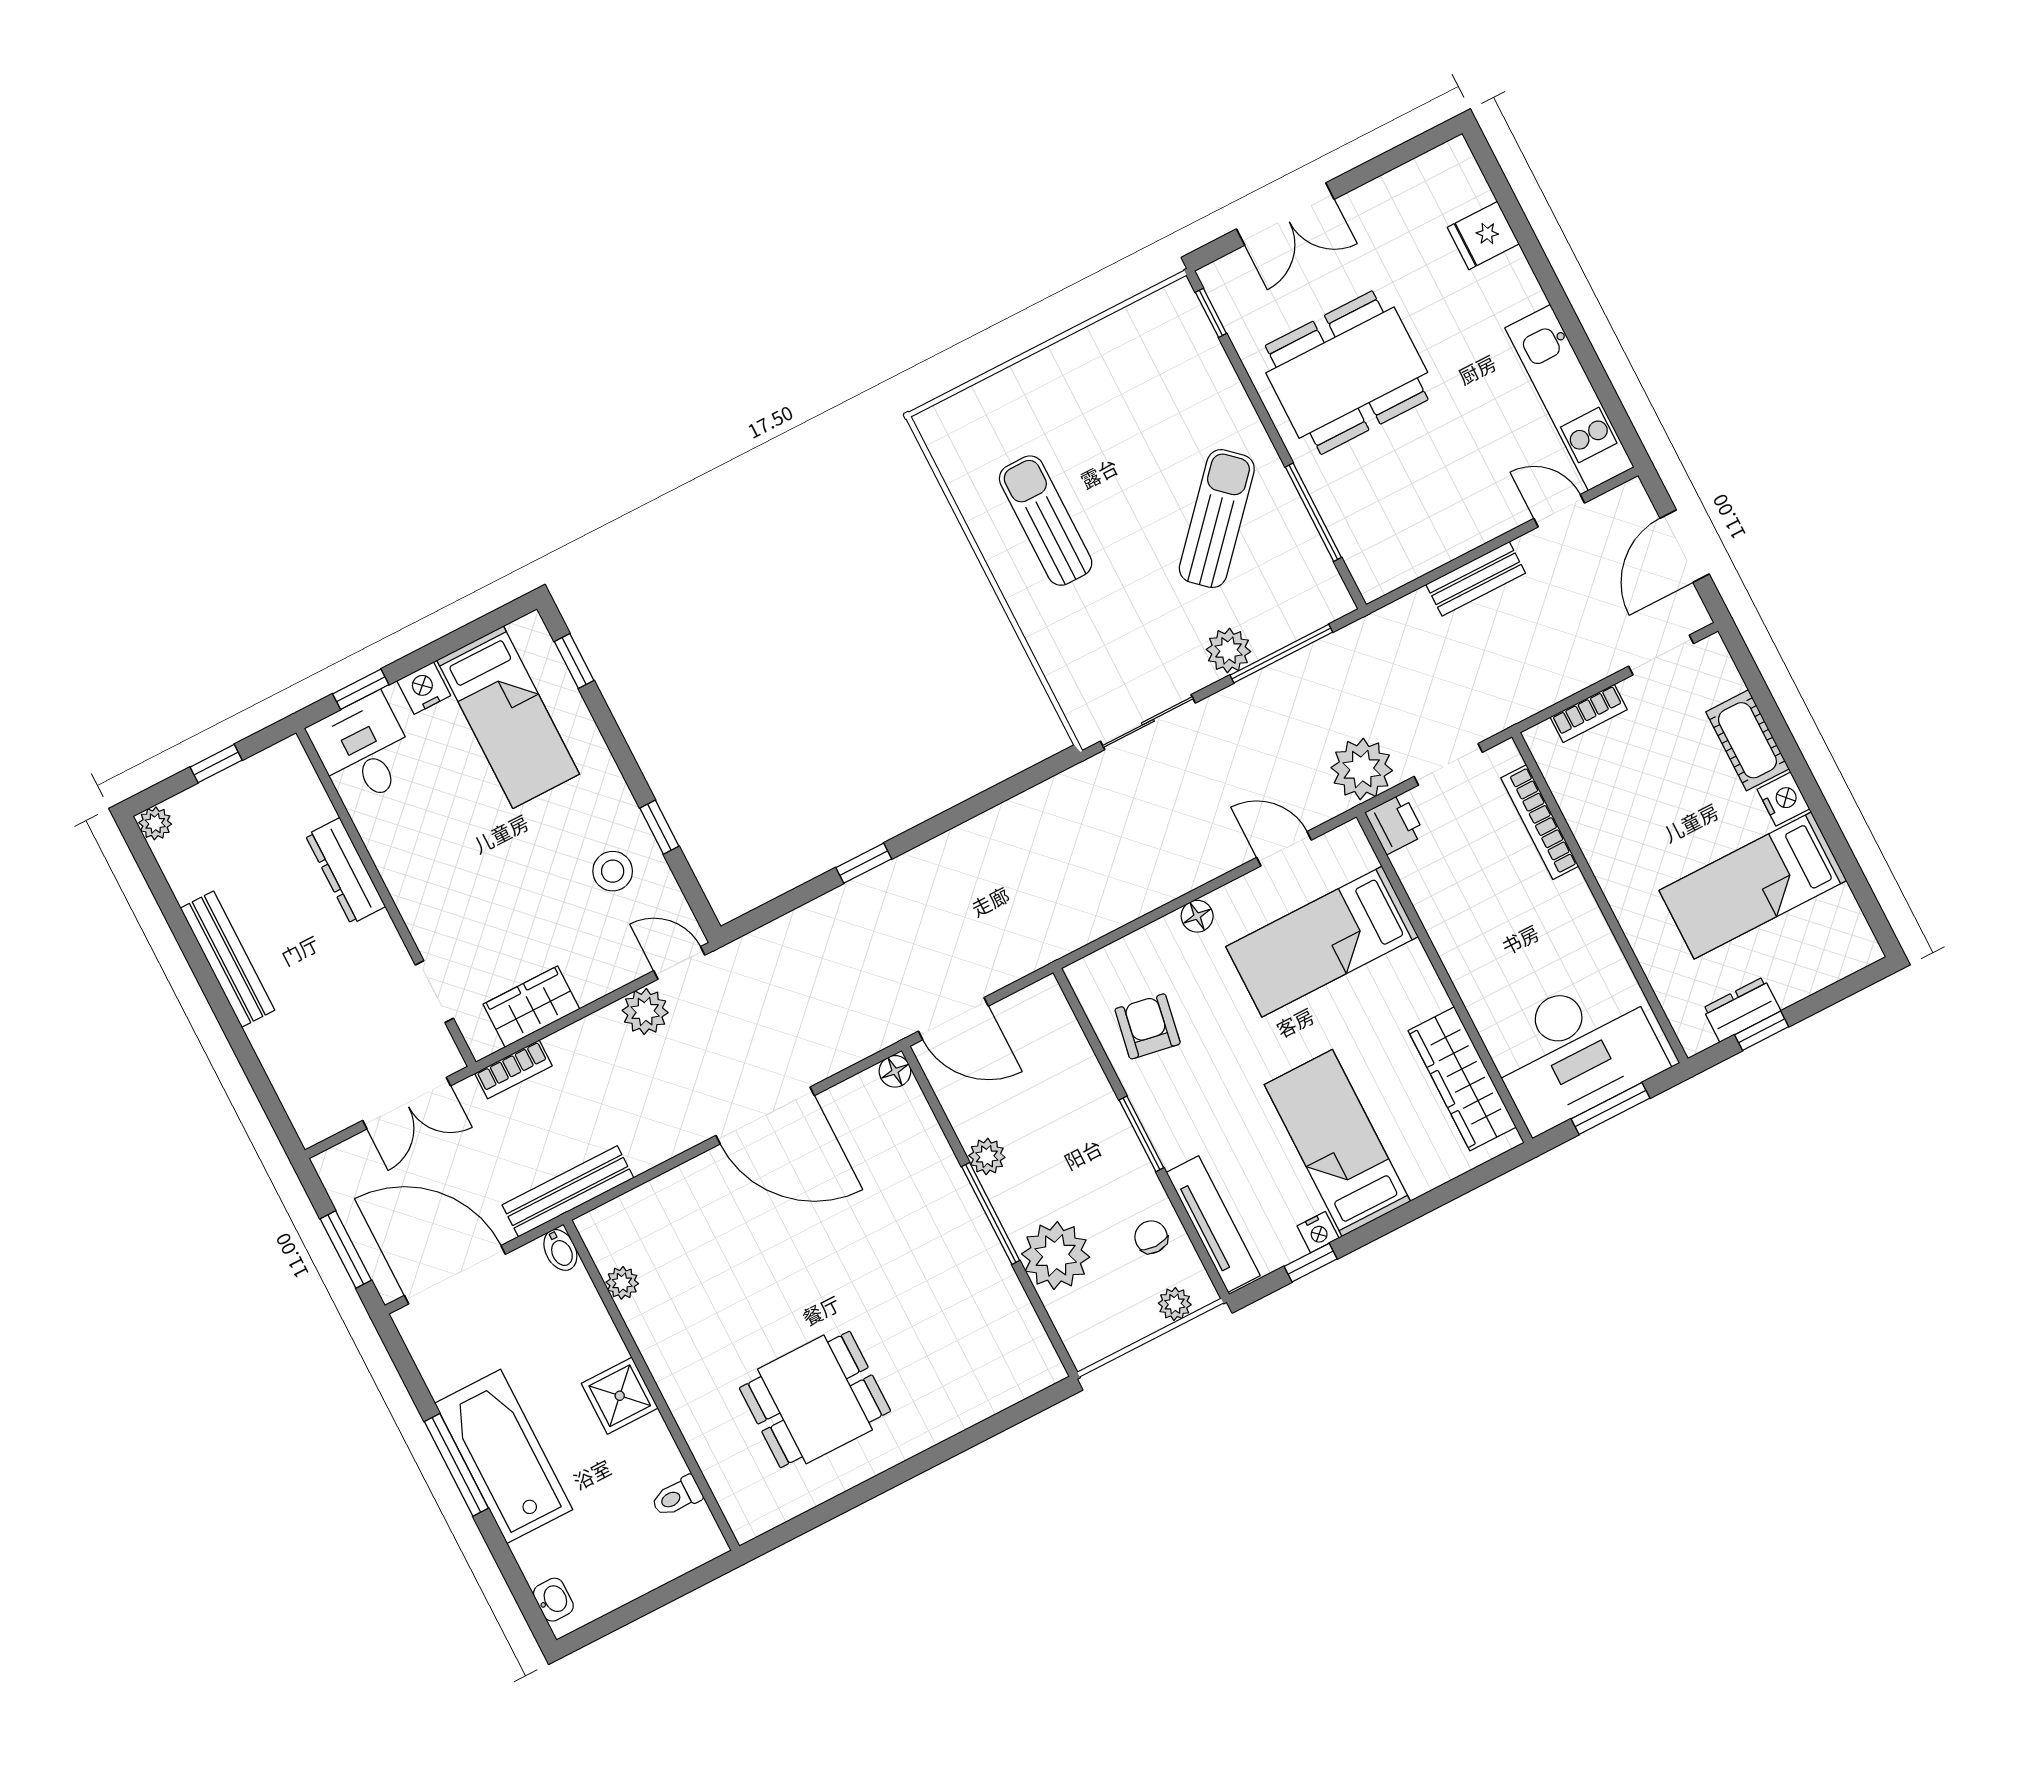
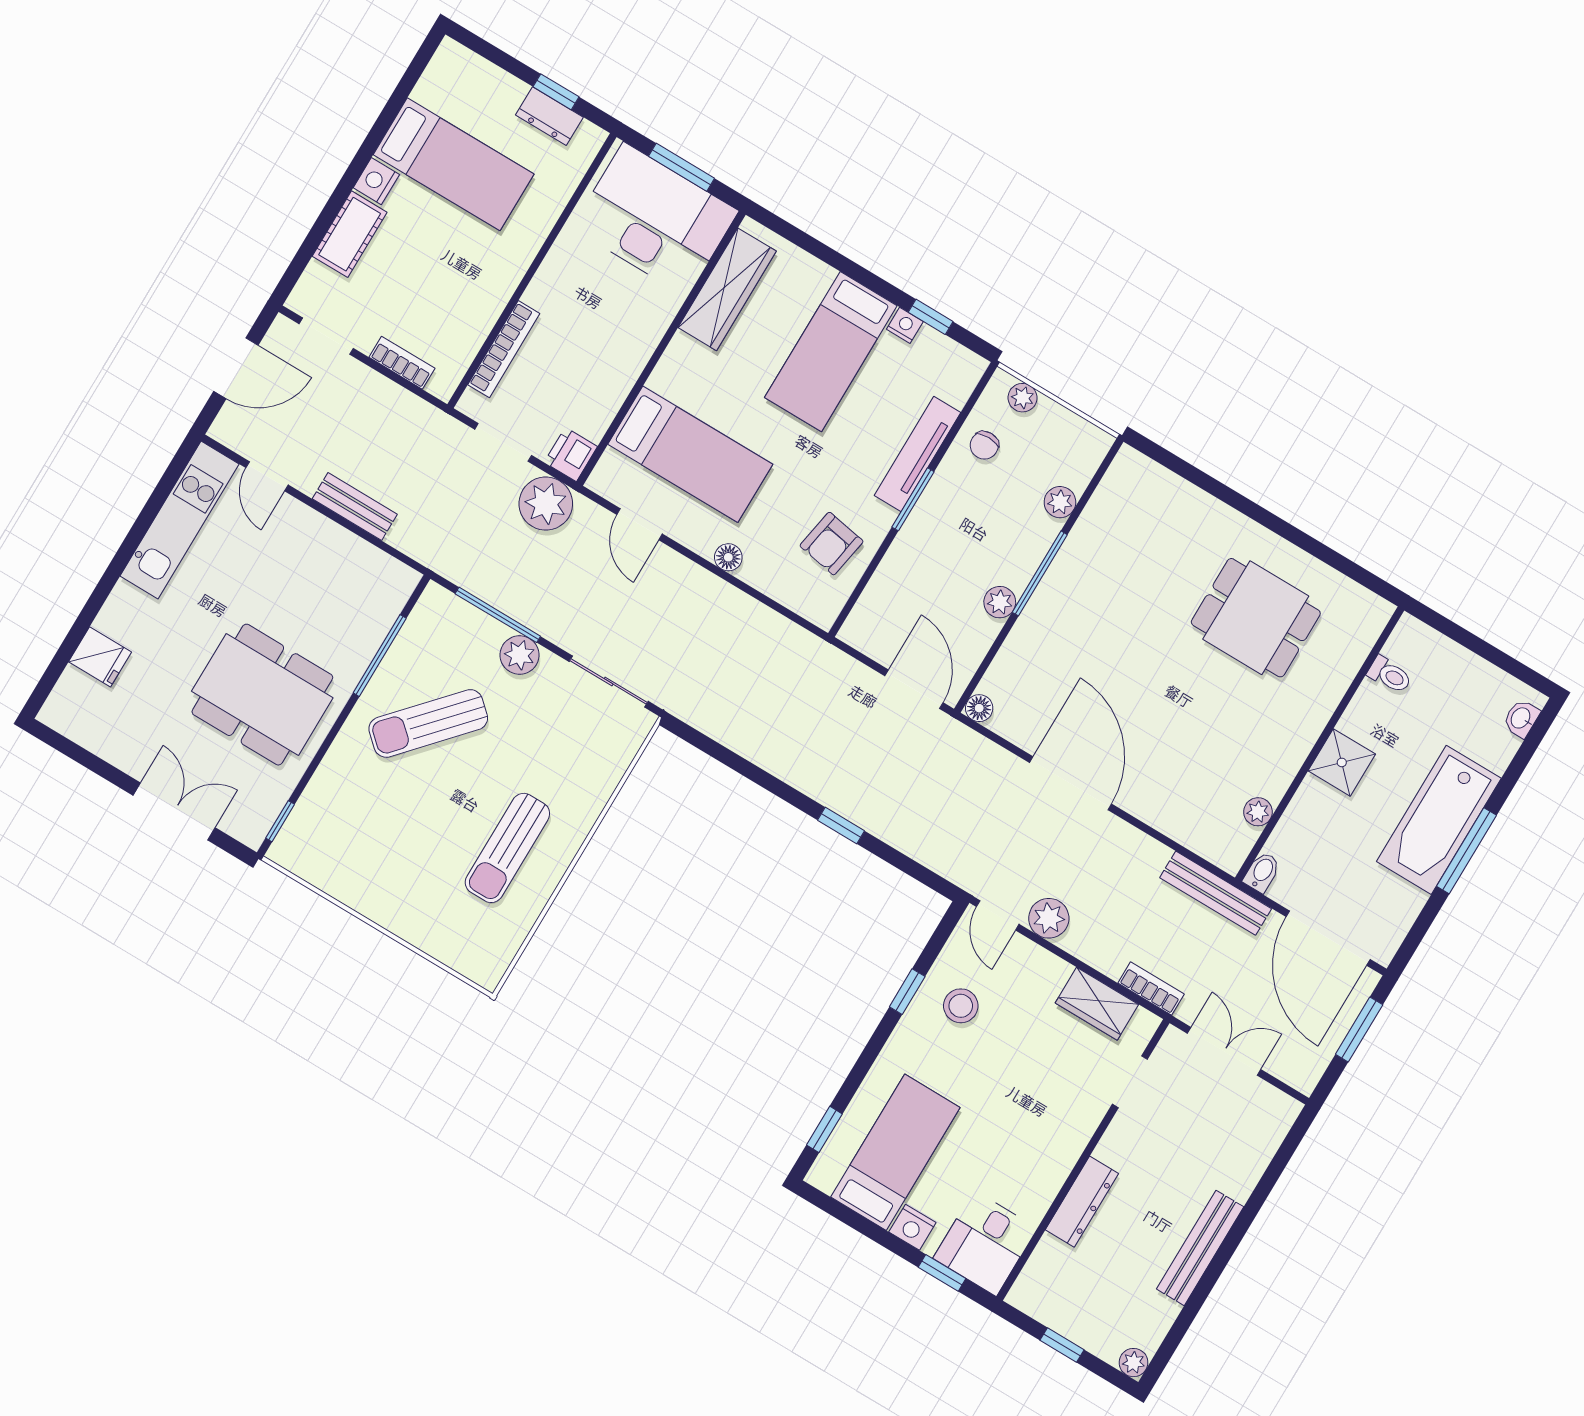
tv unit: (1213, 1224) -> (918, 454), moved
plant: (1056, 1255) -> (1060, 502), width x0.53, depth x0.53

